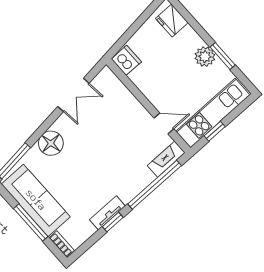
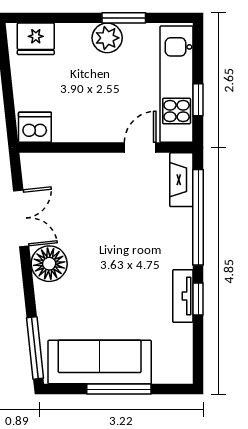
floor lamp: (51, 143) -> (49, 264), moved
bookcase: (62, 244) -> (173, 376), removed

